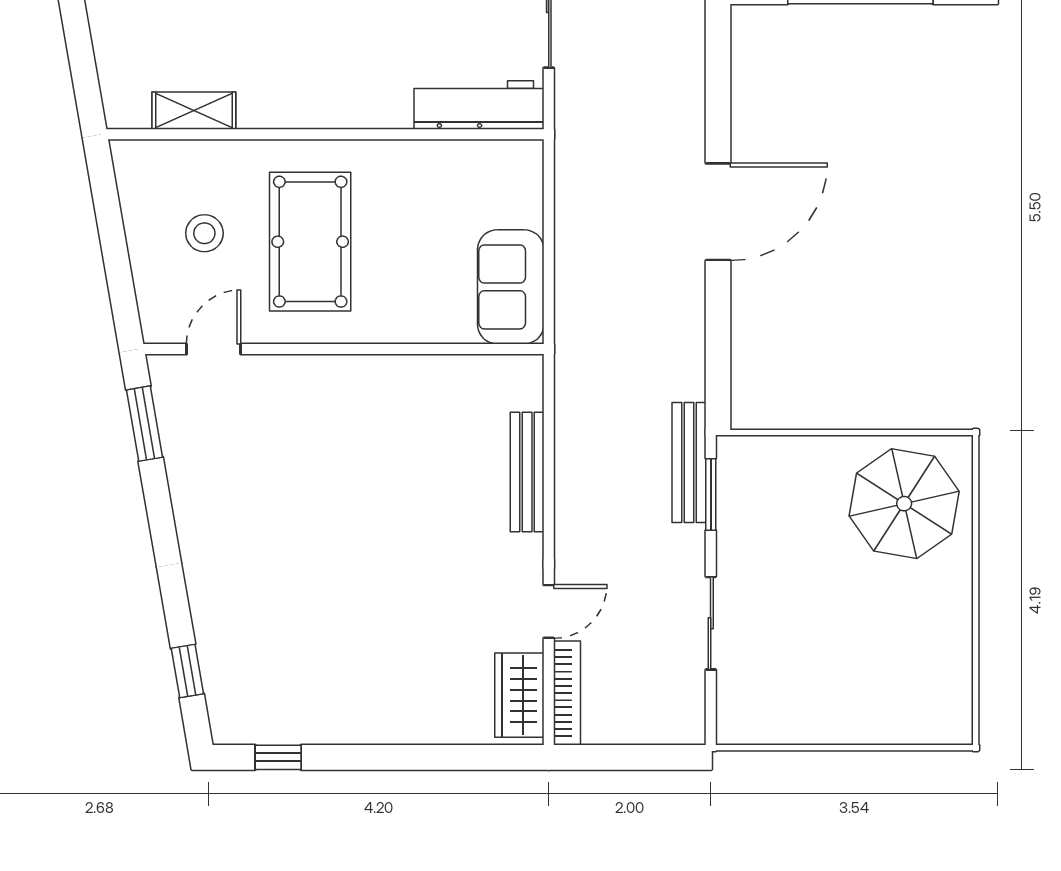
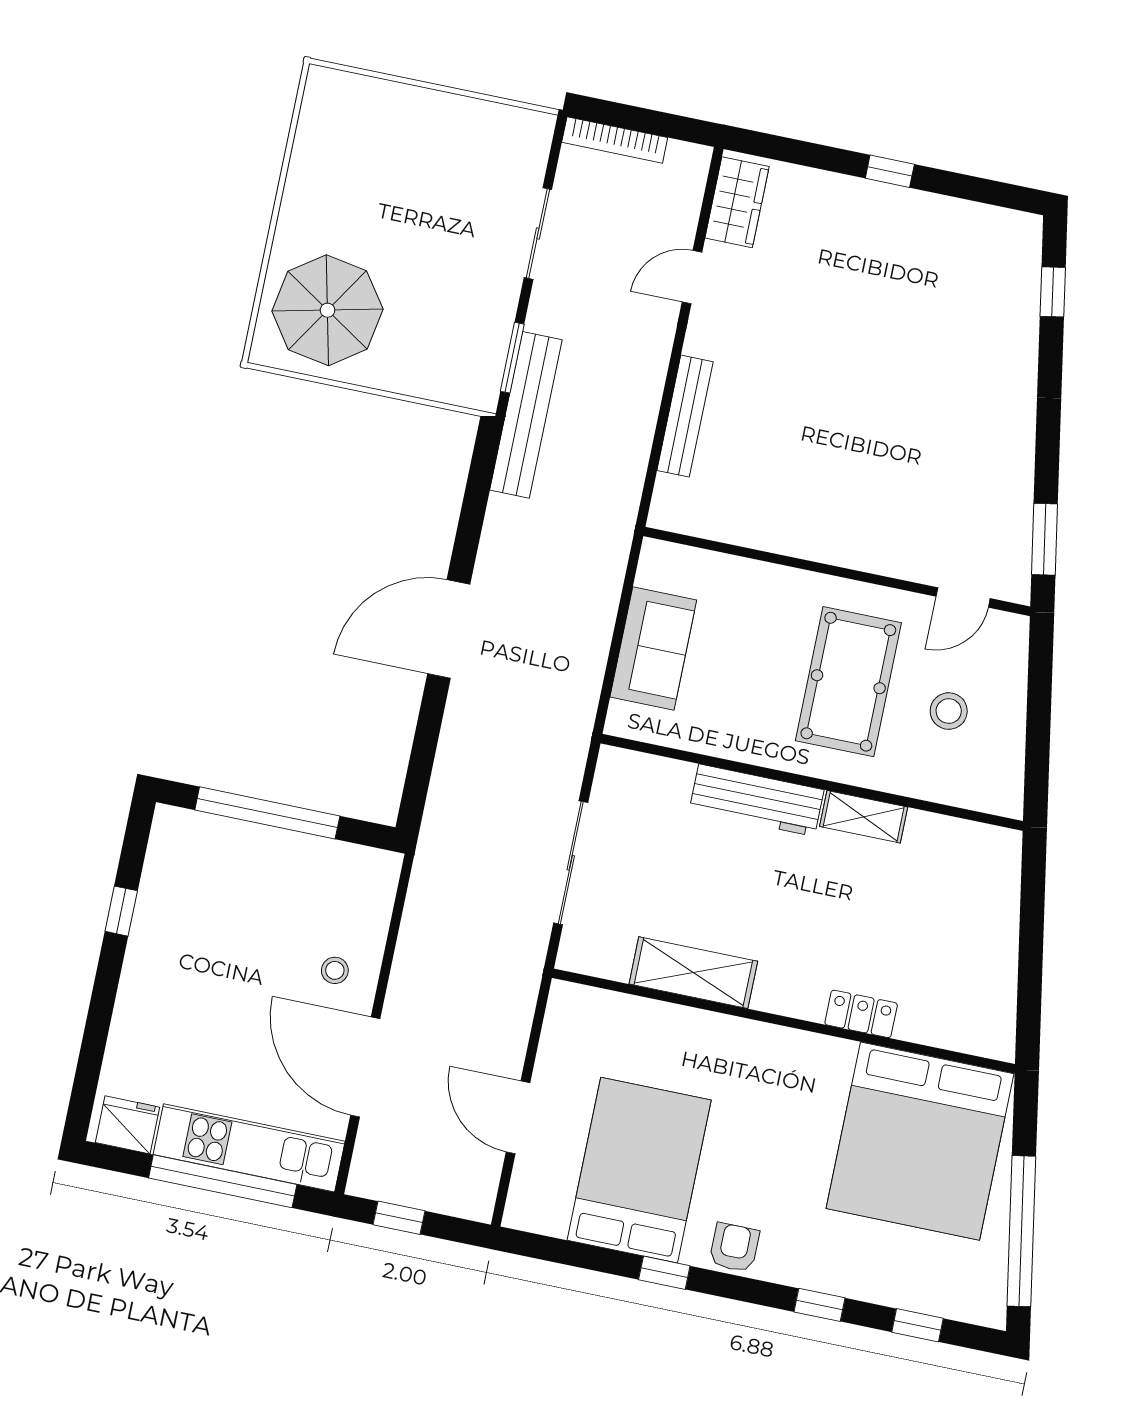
workbench: (479, 105) -> (757, 800), moved
shelving: (194, 111) -> (864, 817), moved
sofa: (511, 287) -> (653, 648), moved
bench: (689, 462) -> (526, 415), width x1.37, depth x1.21
bookcase: (567, 693) -> (615, 140), moved, turned -90
window: (278, 757) -> (890, 171), moved

